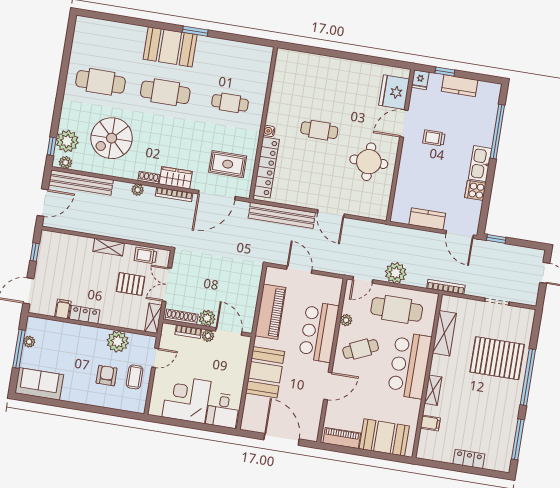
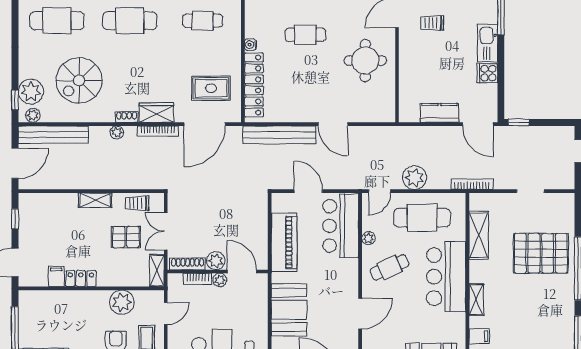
bar counter: (319, 332) -> (341, 226), moved
plant: (29, 342) -> (25, 318), removed

